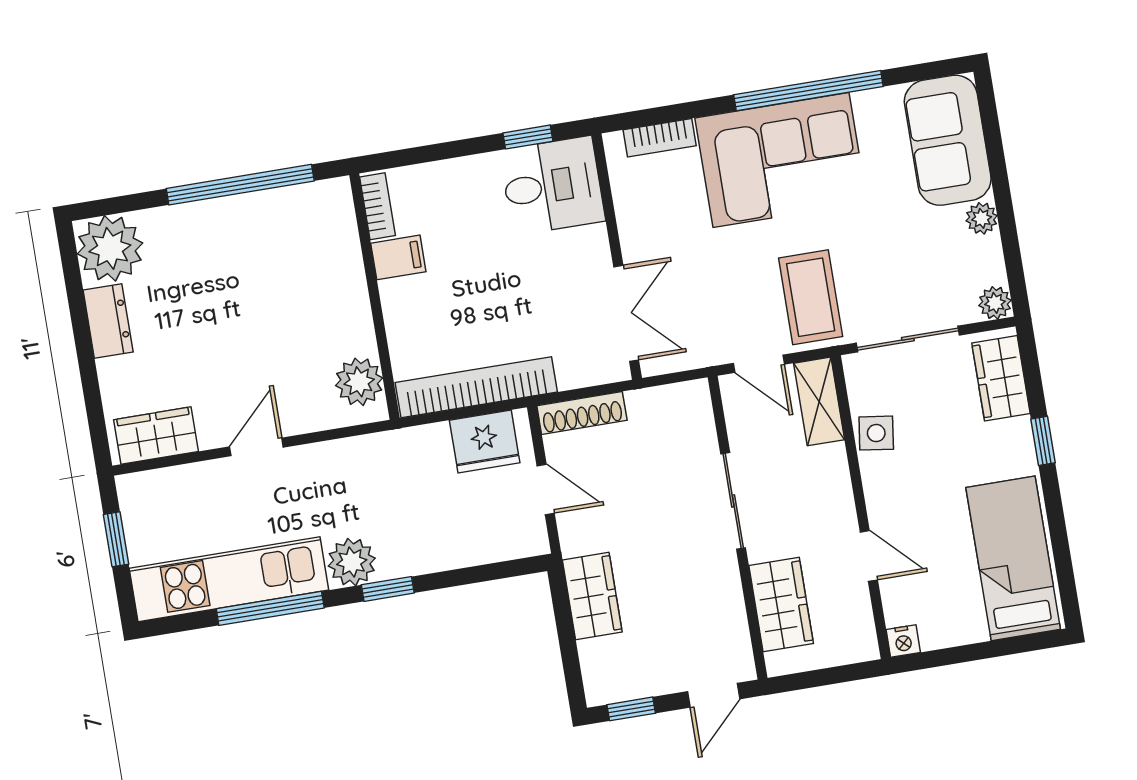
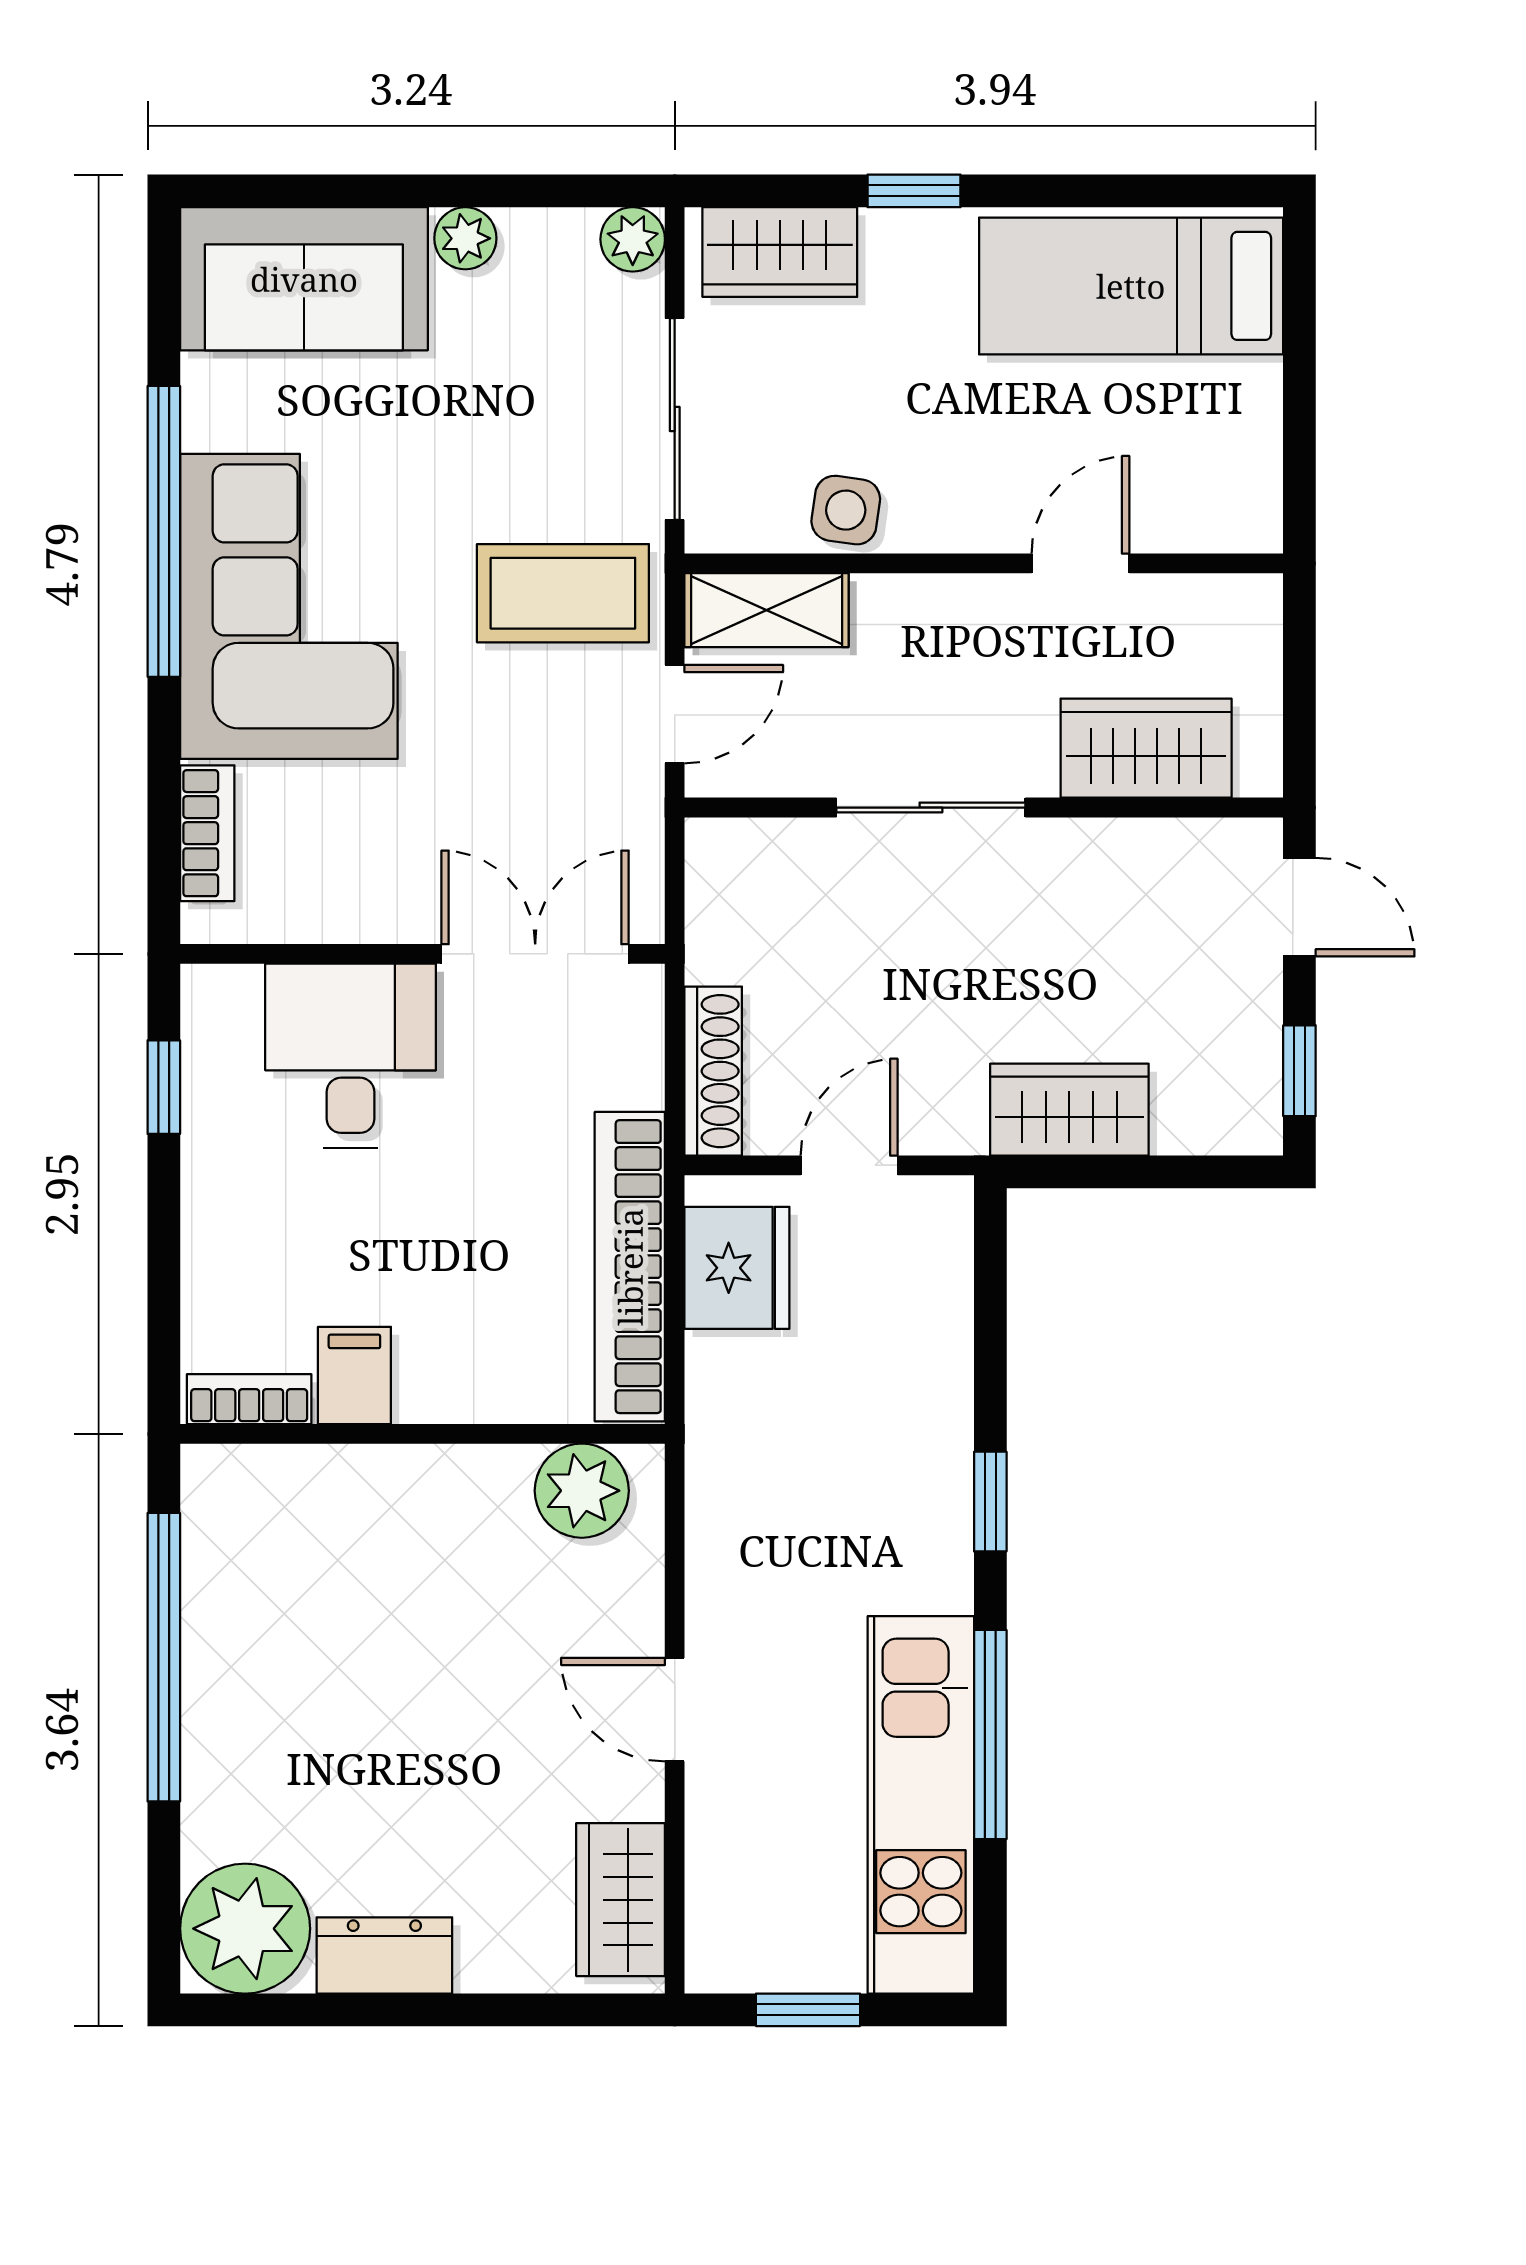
desk: (552, 186) -> (350, 1056), moved
plant: (352, 562) -> (927, 1563), removed
nightstand: (903, 641) -> (1255, 524), removed

